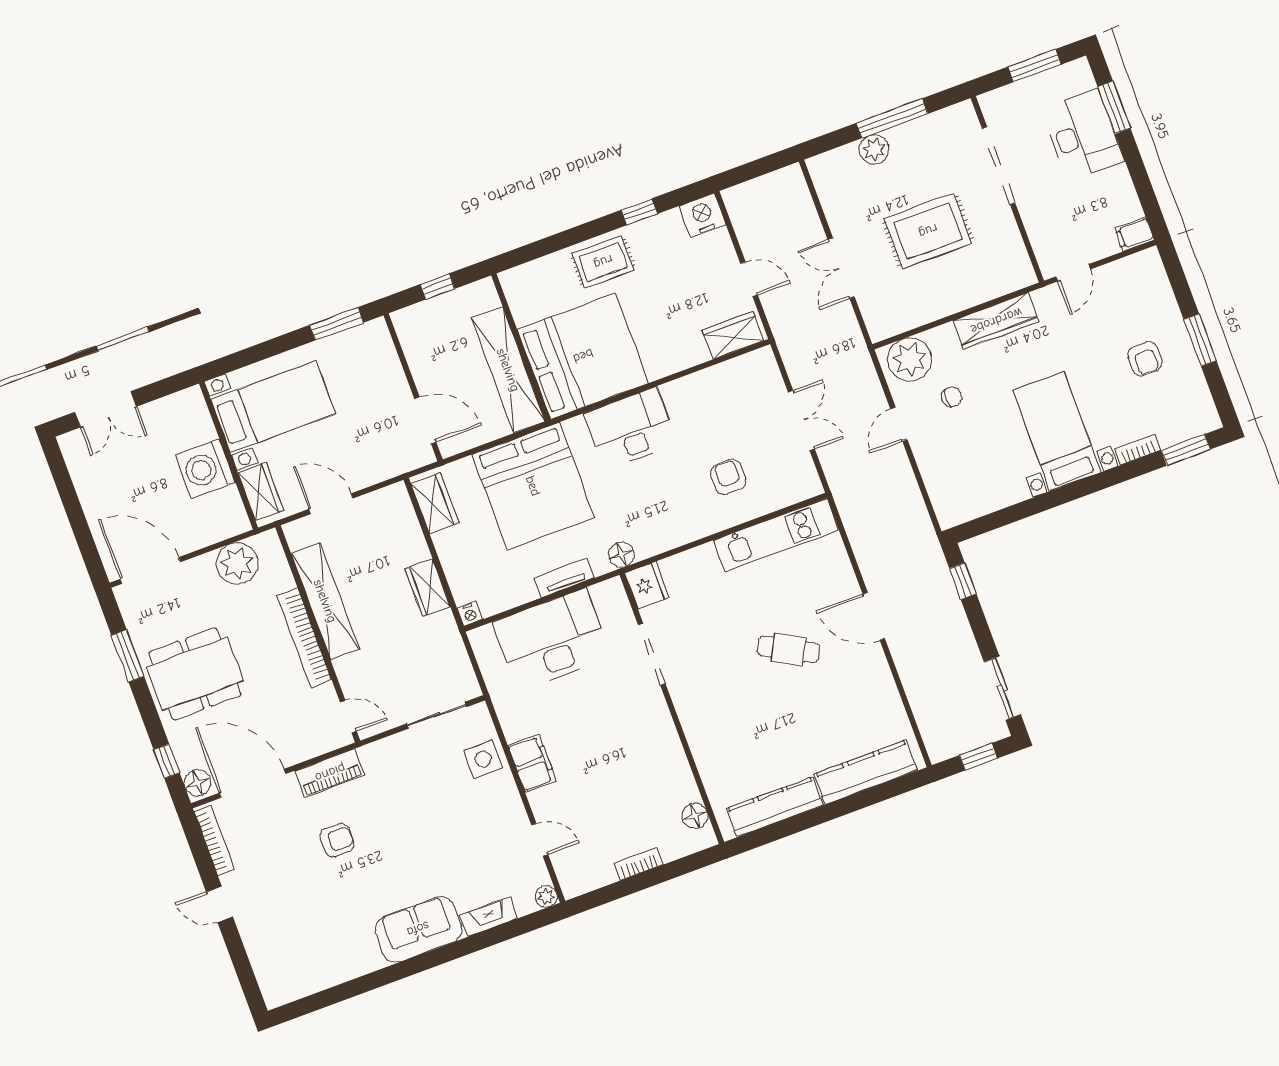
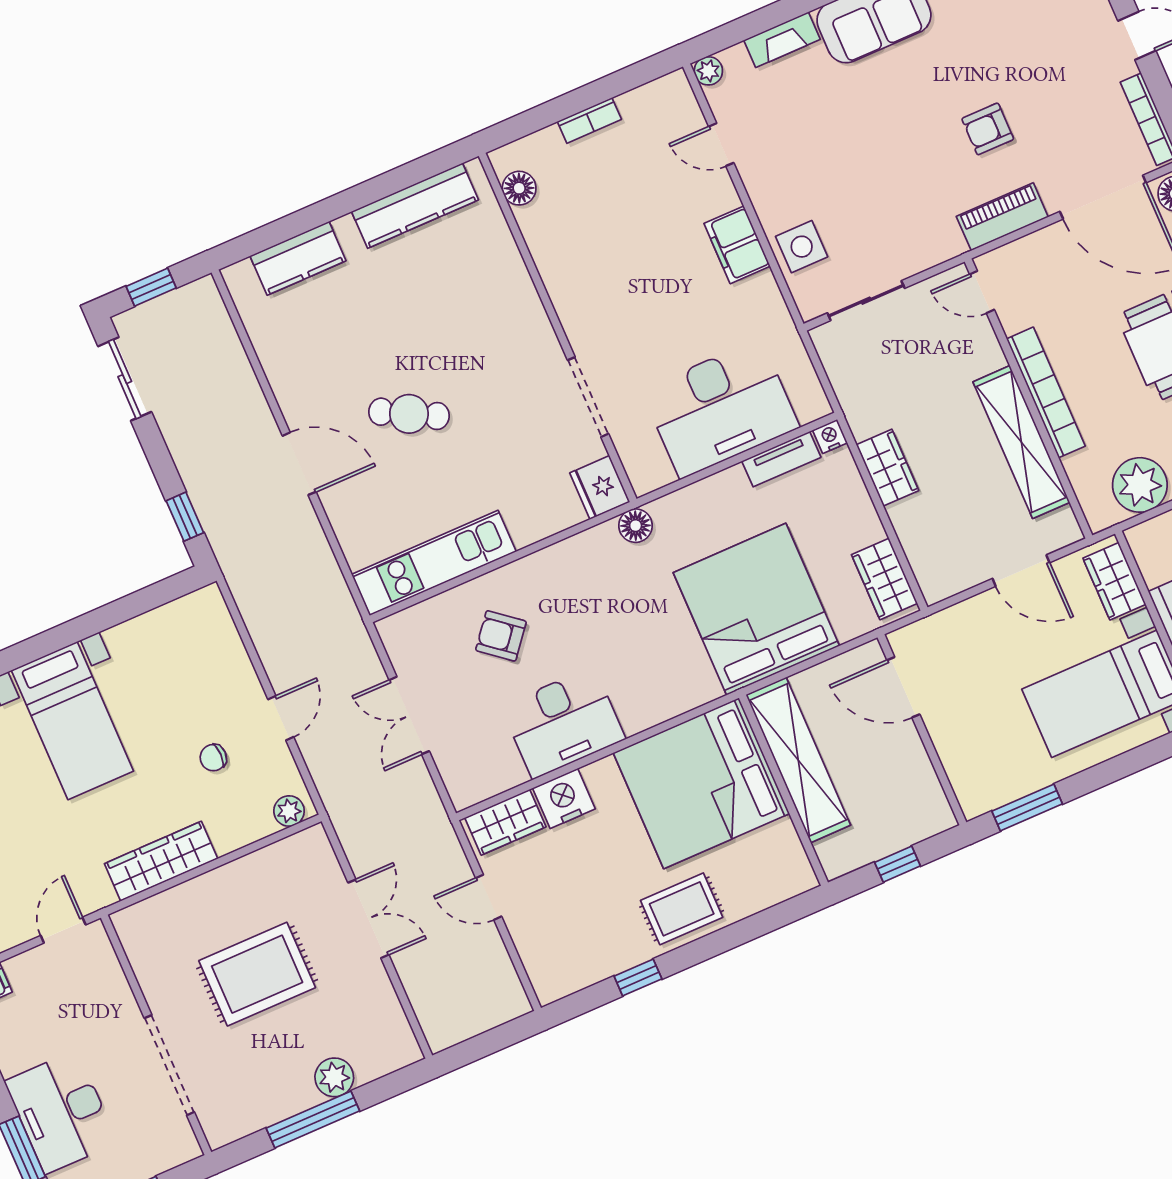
nightstand: (702, 215) -> (564, 798), moved, turned 180
plant: (910, 359) -> (289, 811), width x0.53, depth x0.53
desk: (631, 428) -> (563, 723), moved
armchair: (728, 477) -> (501, 636), turned 129
tv unit: (564, 578) -> (781, 459), moved
kitchen counter: (866, 772) -> (298, 258), width x0.67

